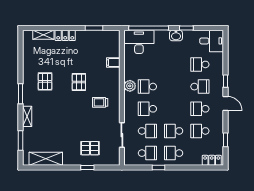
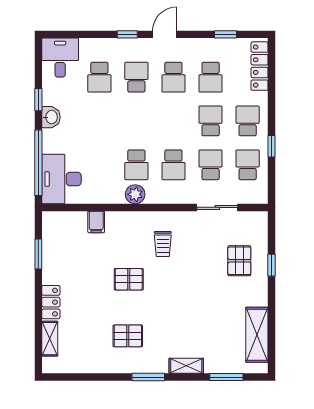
school desk: (174, 131) -> (211, 121), turned 180
school desk: (174, 153) -> (248, 121), turned 180
locker: (212, 160) -> (260, 66), width x1.53

